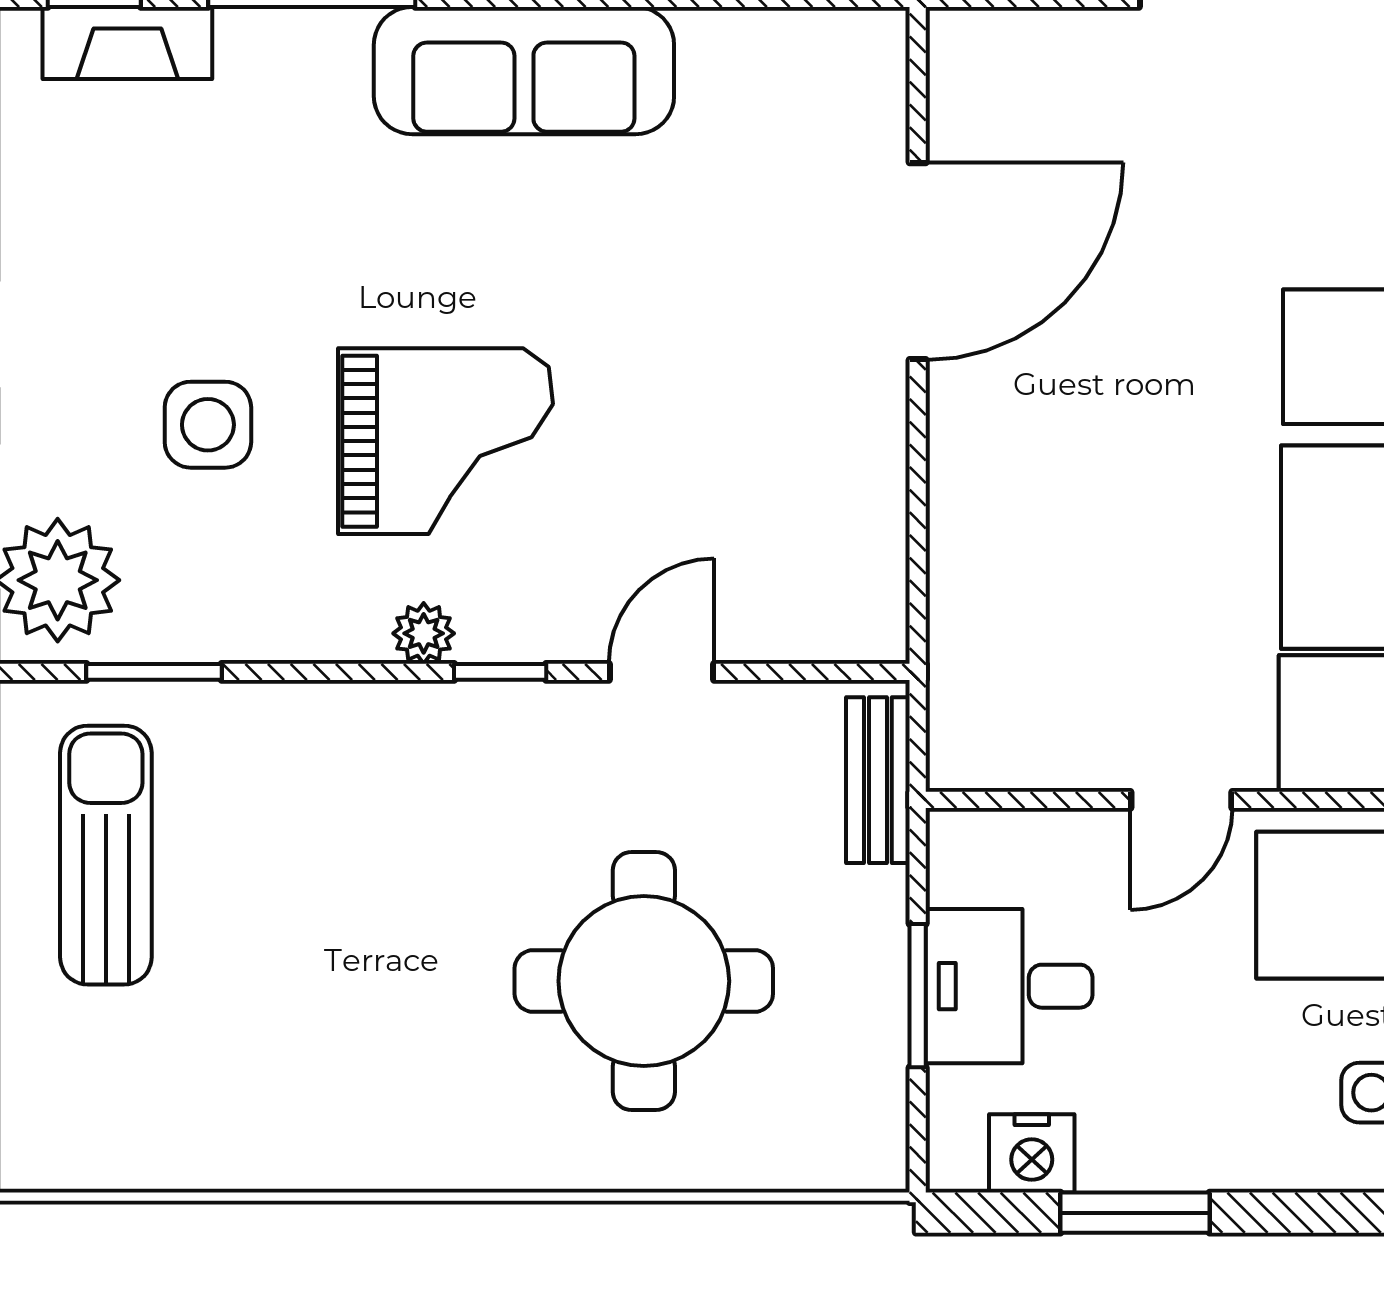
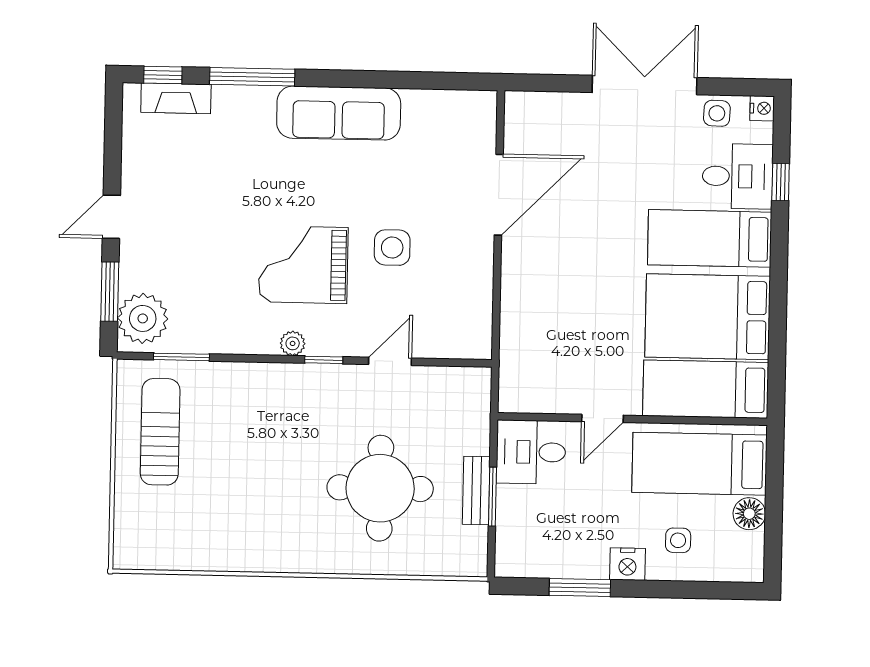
side table: (208, 425) -> (392, 248), moved
grand piano: (445, 441) -> (303, 265), turned 180
bench: (878, 780) -> (476, 491), moved
desk: (1009, 986) -> (531, 452), moved
nightstand: (1032, 1153) -> (627, 564), moved

